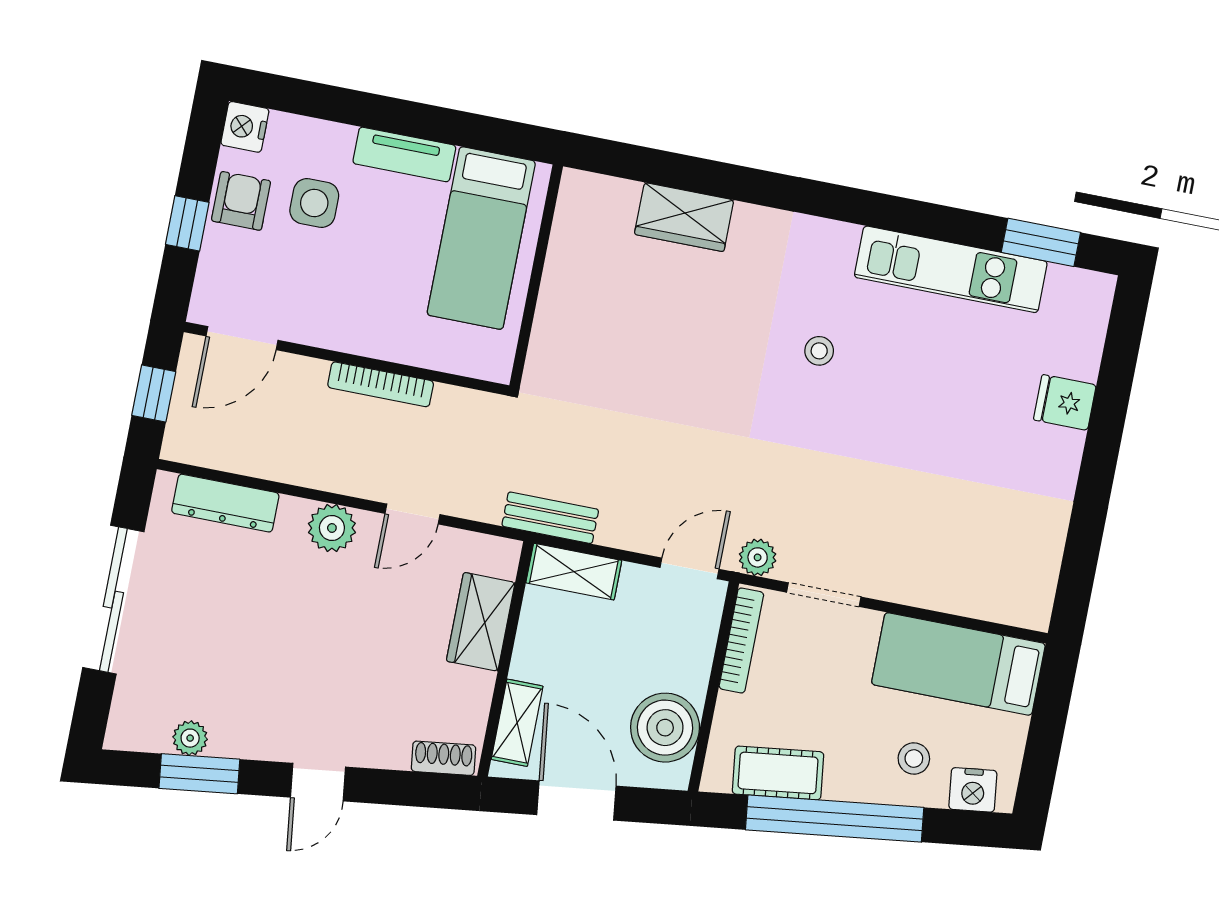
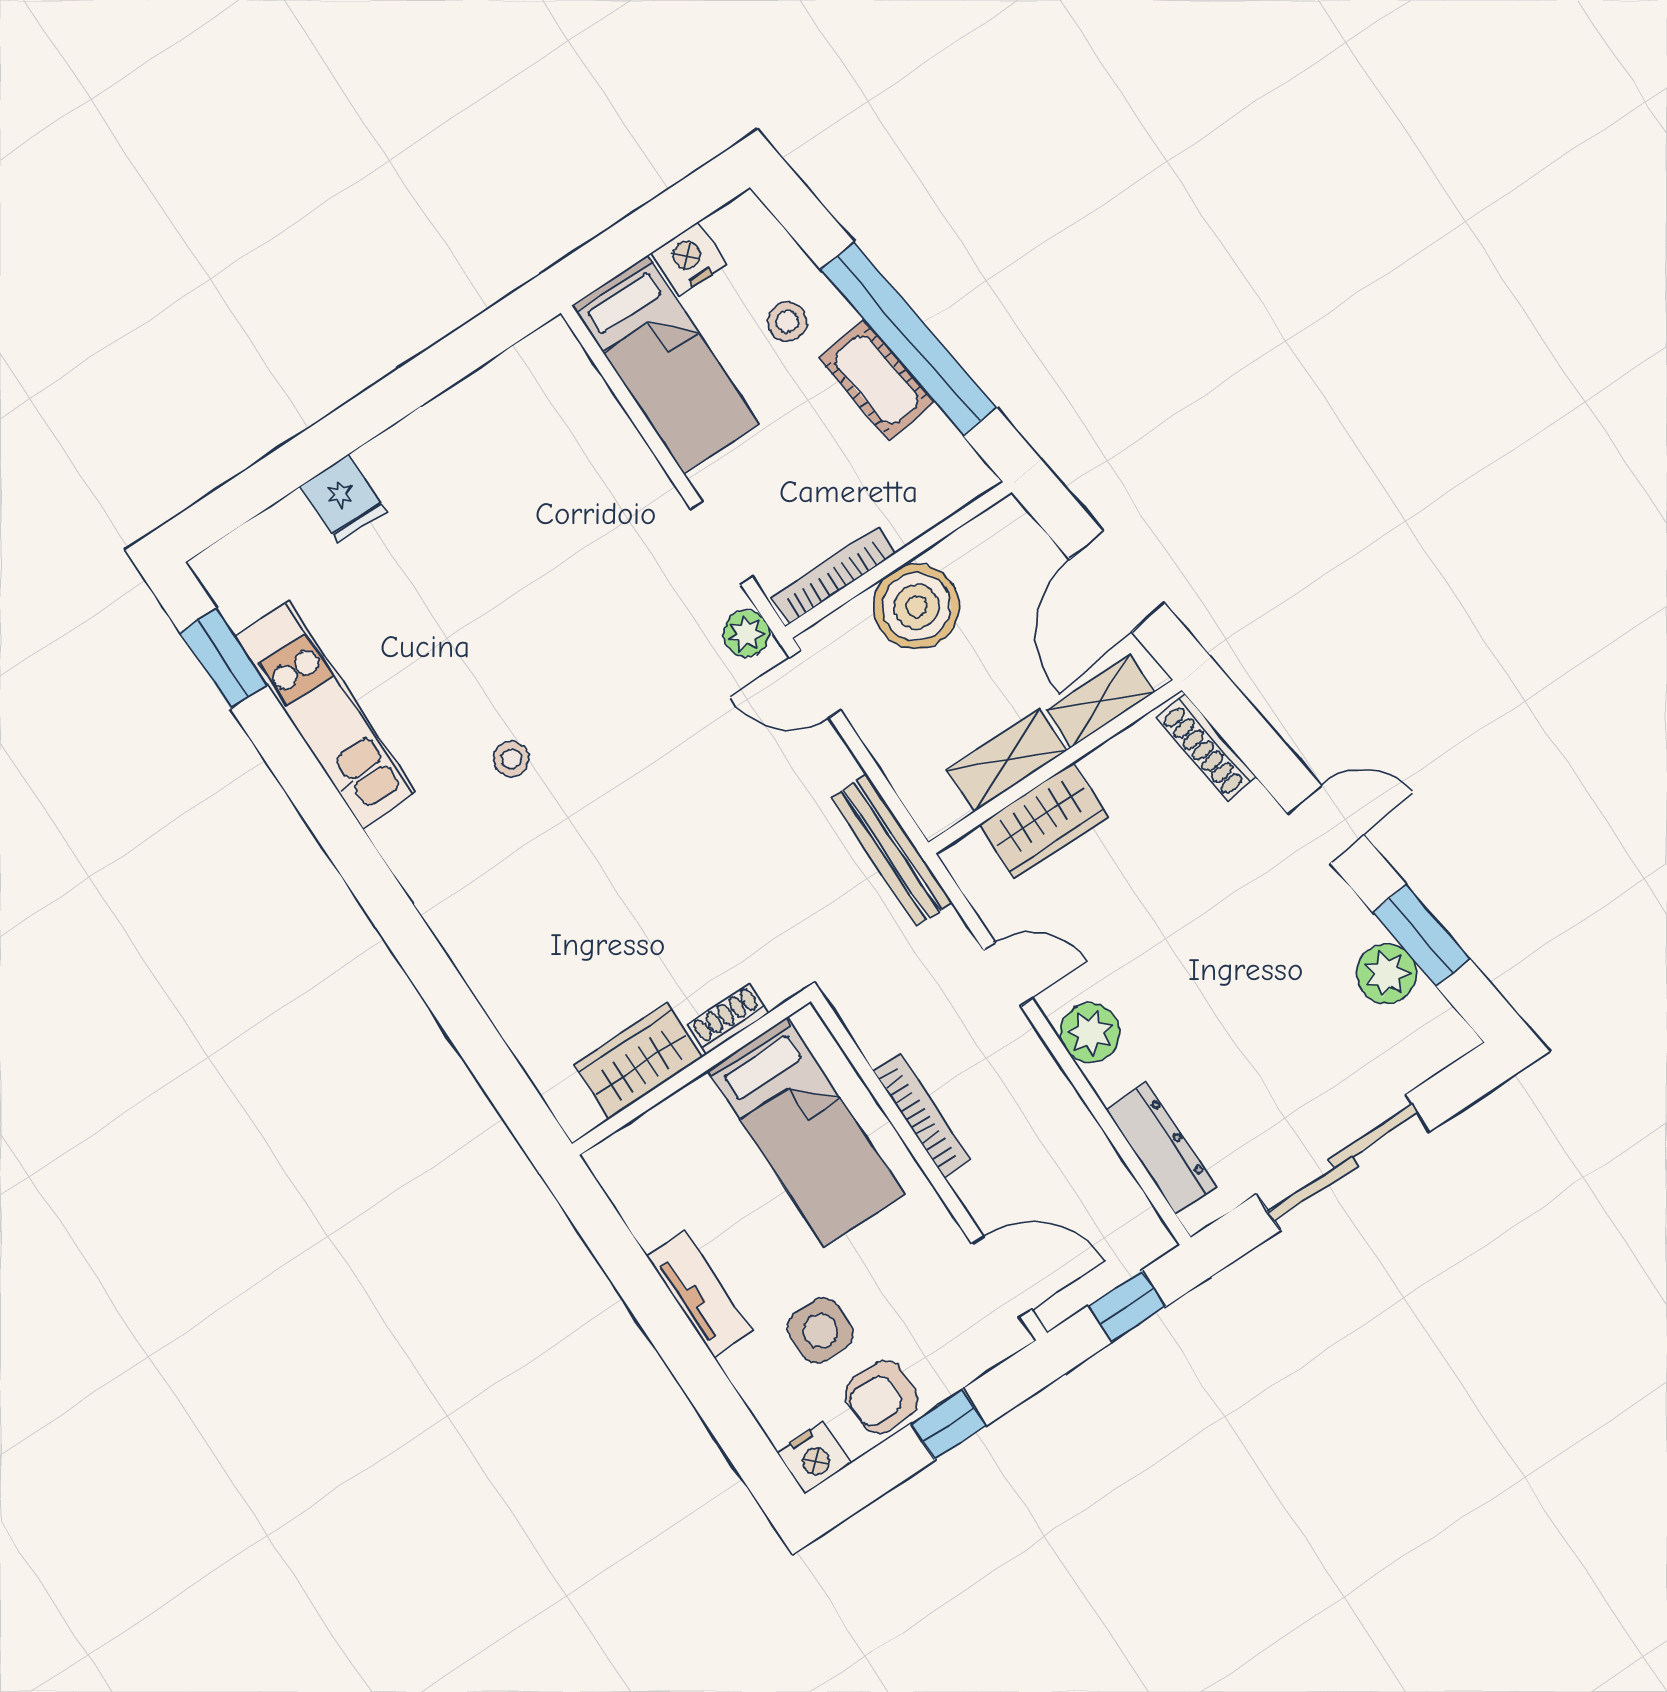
wardrobe: (684, 217) -> (638, 1061), moved, turned -90
bed: (481, 238) -> (805, 1132), moved, turned 90
shoe rack: (546, 328) -> (728, 1019), added
bench: (550, 518) -> (892, 850), width x1.36
shelving: (574, 572) -> (1007, 760), moved, turned 90
boiler: (665, 728) -> (916, 607), moved
plant: (190, 738) -> (1387, 974), width x1.38, depth x1.38
shoe rack: (443, 758) -> (1206, 747), width x1.43
cot: (778, 773) -> (876, 380), moved
nightstand: (973, 790) -> (689, 259), moved, turned -83

